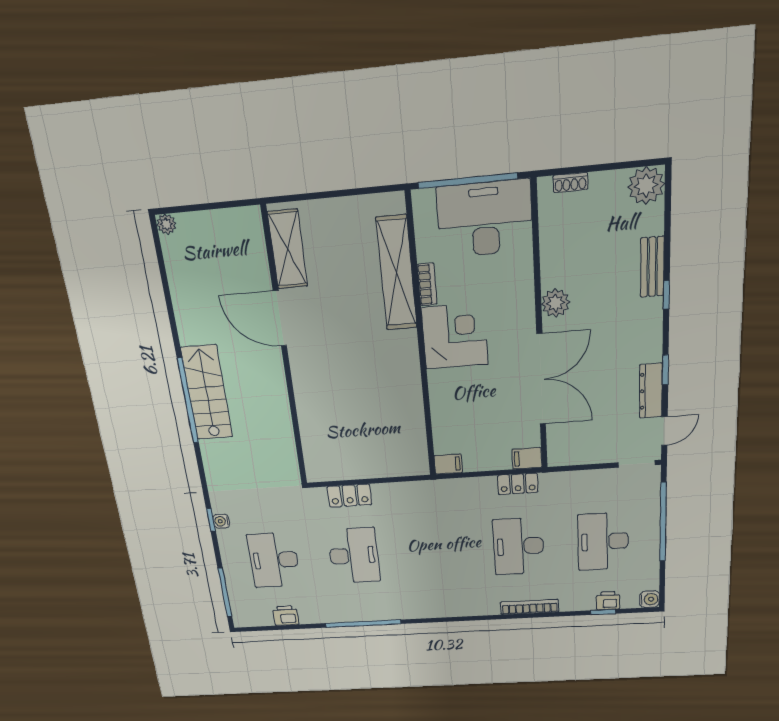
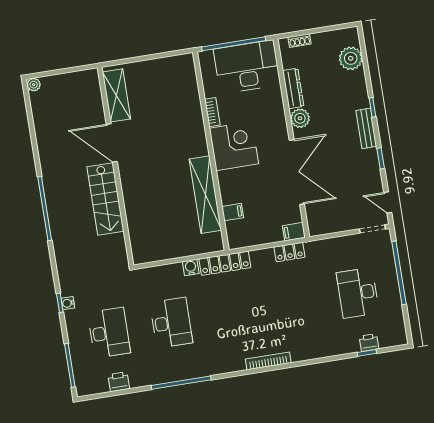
plant: (646, 186) -> (351, 58), moved
bench: (652, 267) -> (366, 128), moved
shelving: (397, 273) -> (205, 195), moved
dresser: (651, 391) -> (293, 89), moved, turned 180
stairs: (207, 393) -> (105, 199), moved, turned 180
door: (664, 431) -> (388, 203), swing flipped
filing cabinet: (448, 464) -> (233, 212), moved
locker: (349, 496) -> (225, 263), moved, width x1.53
desk: (518, 546) -> (296, 303), removed
desk: (274, 560) -> (109, 333), turned 180
water cooler: (650, 599) -> (191, 267), moved, turned -90
bookcase: (530, 607) -> (268, 361), moved

